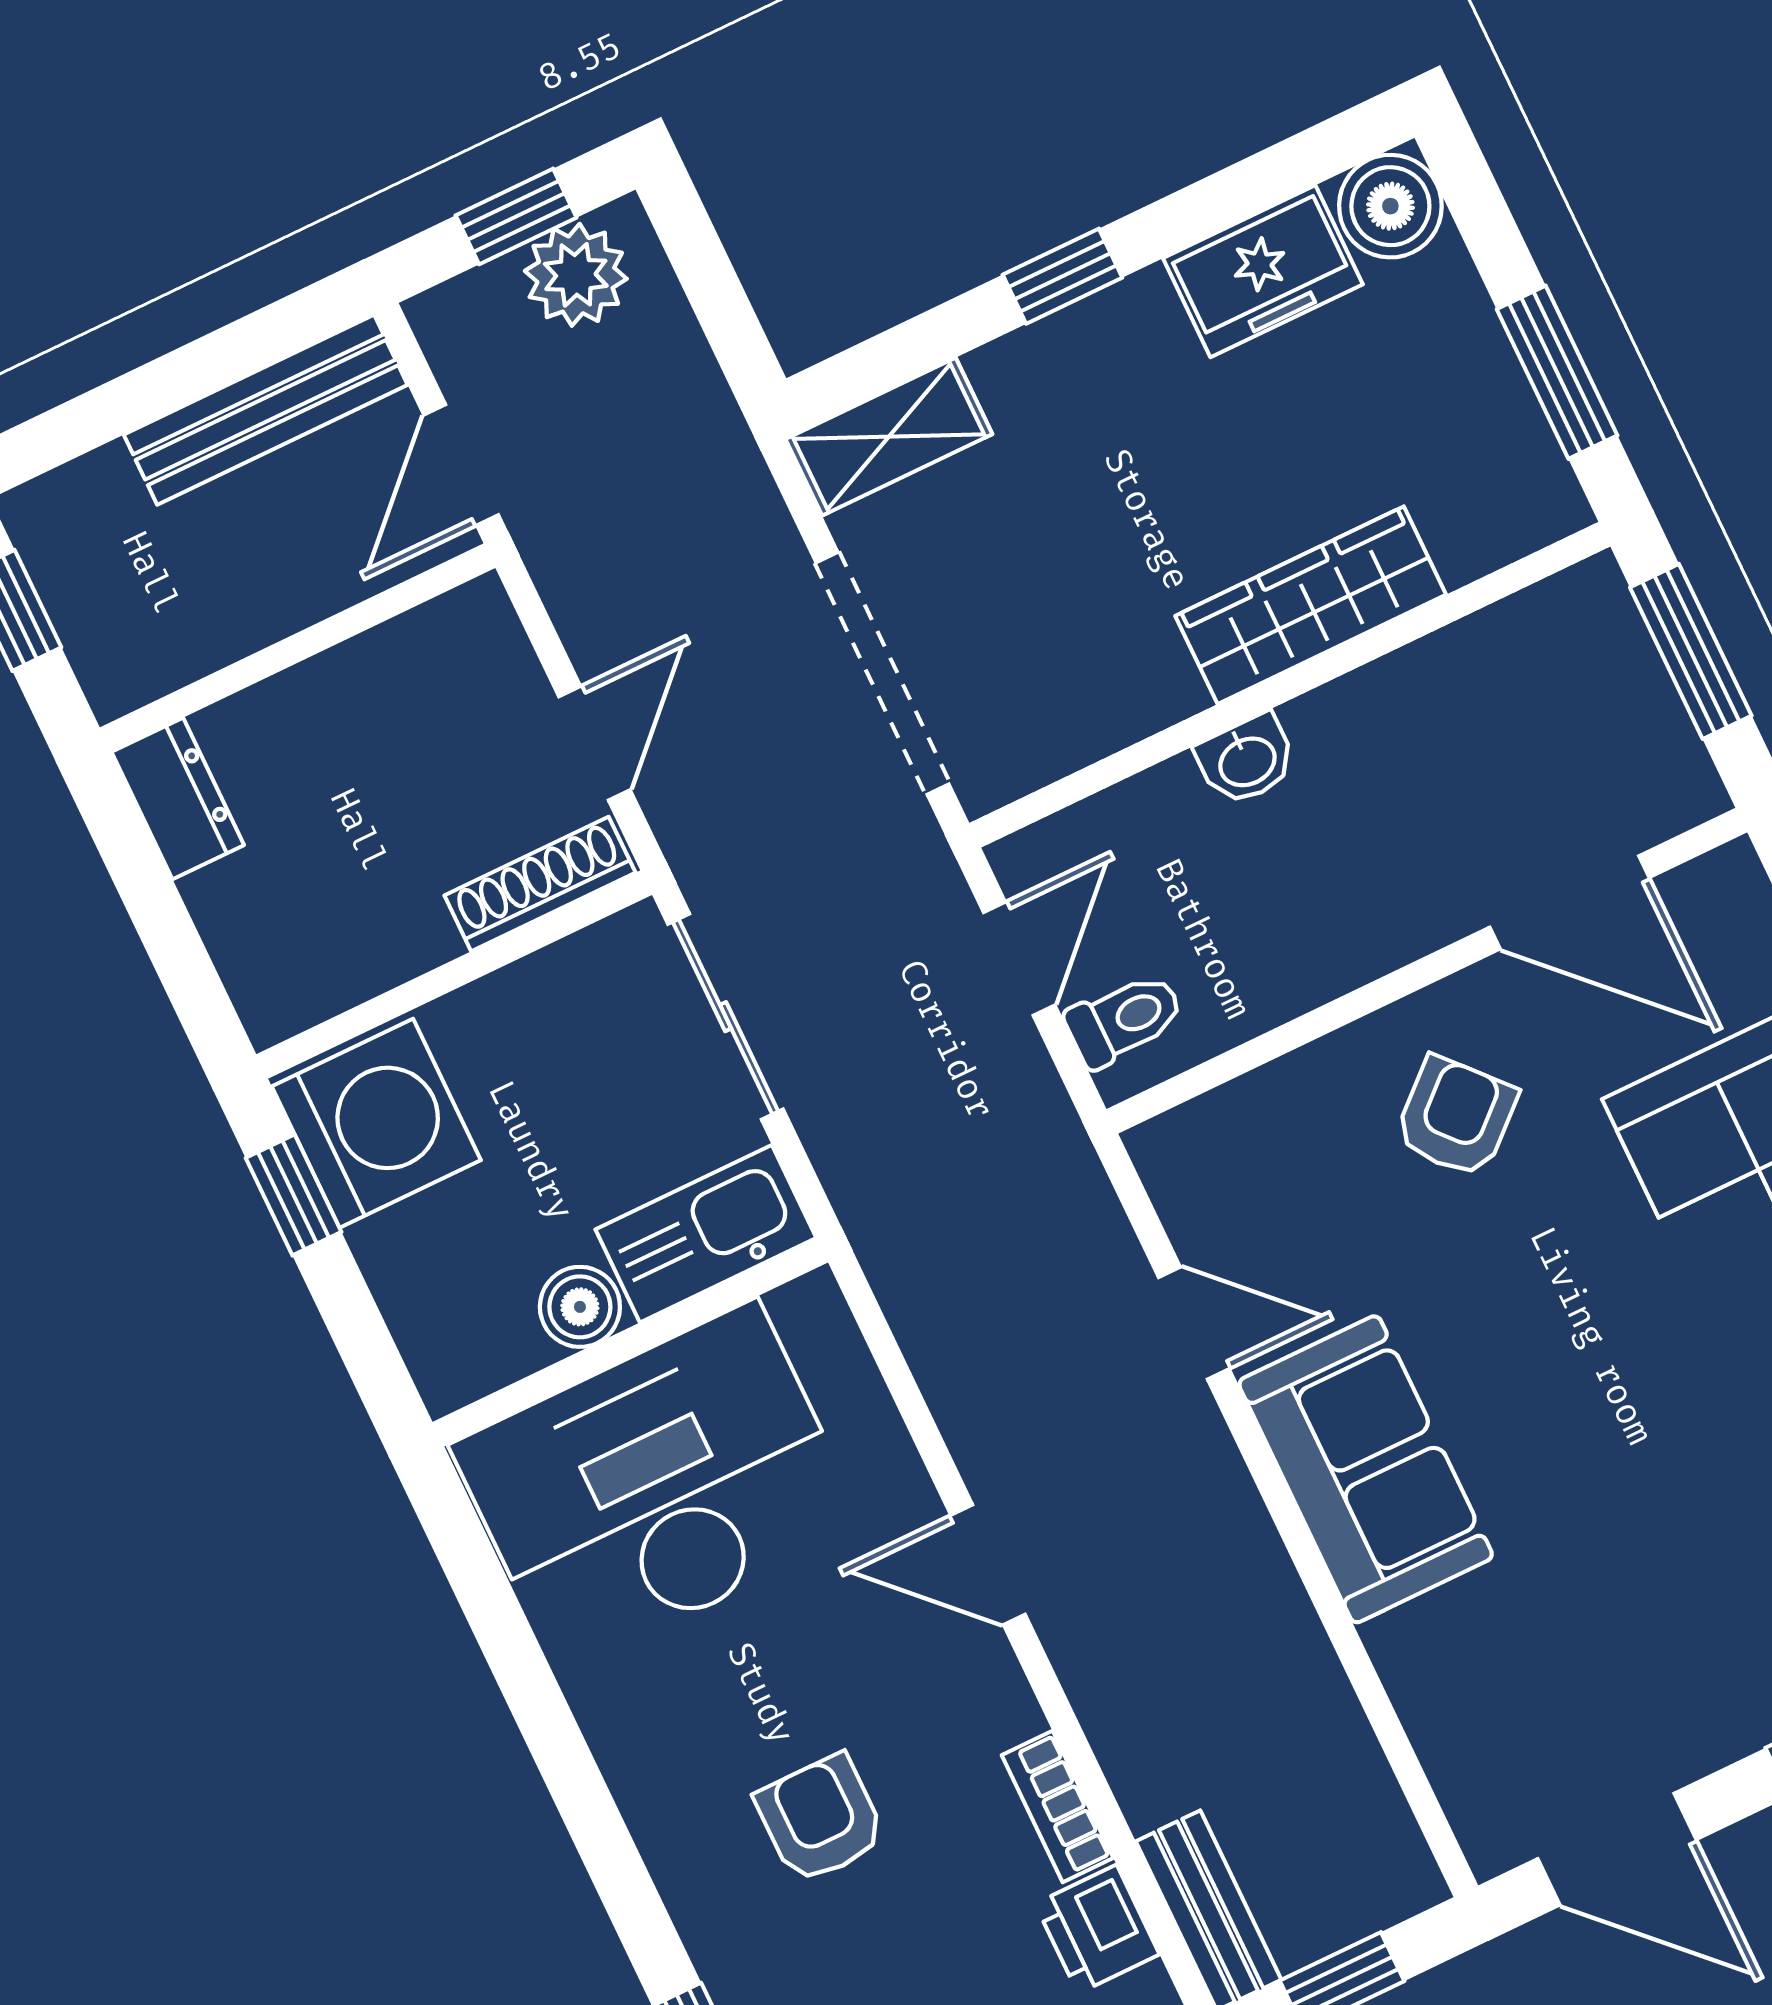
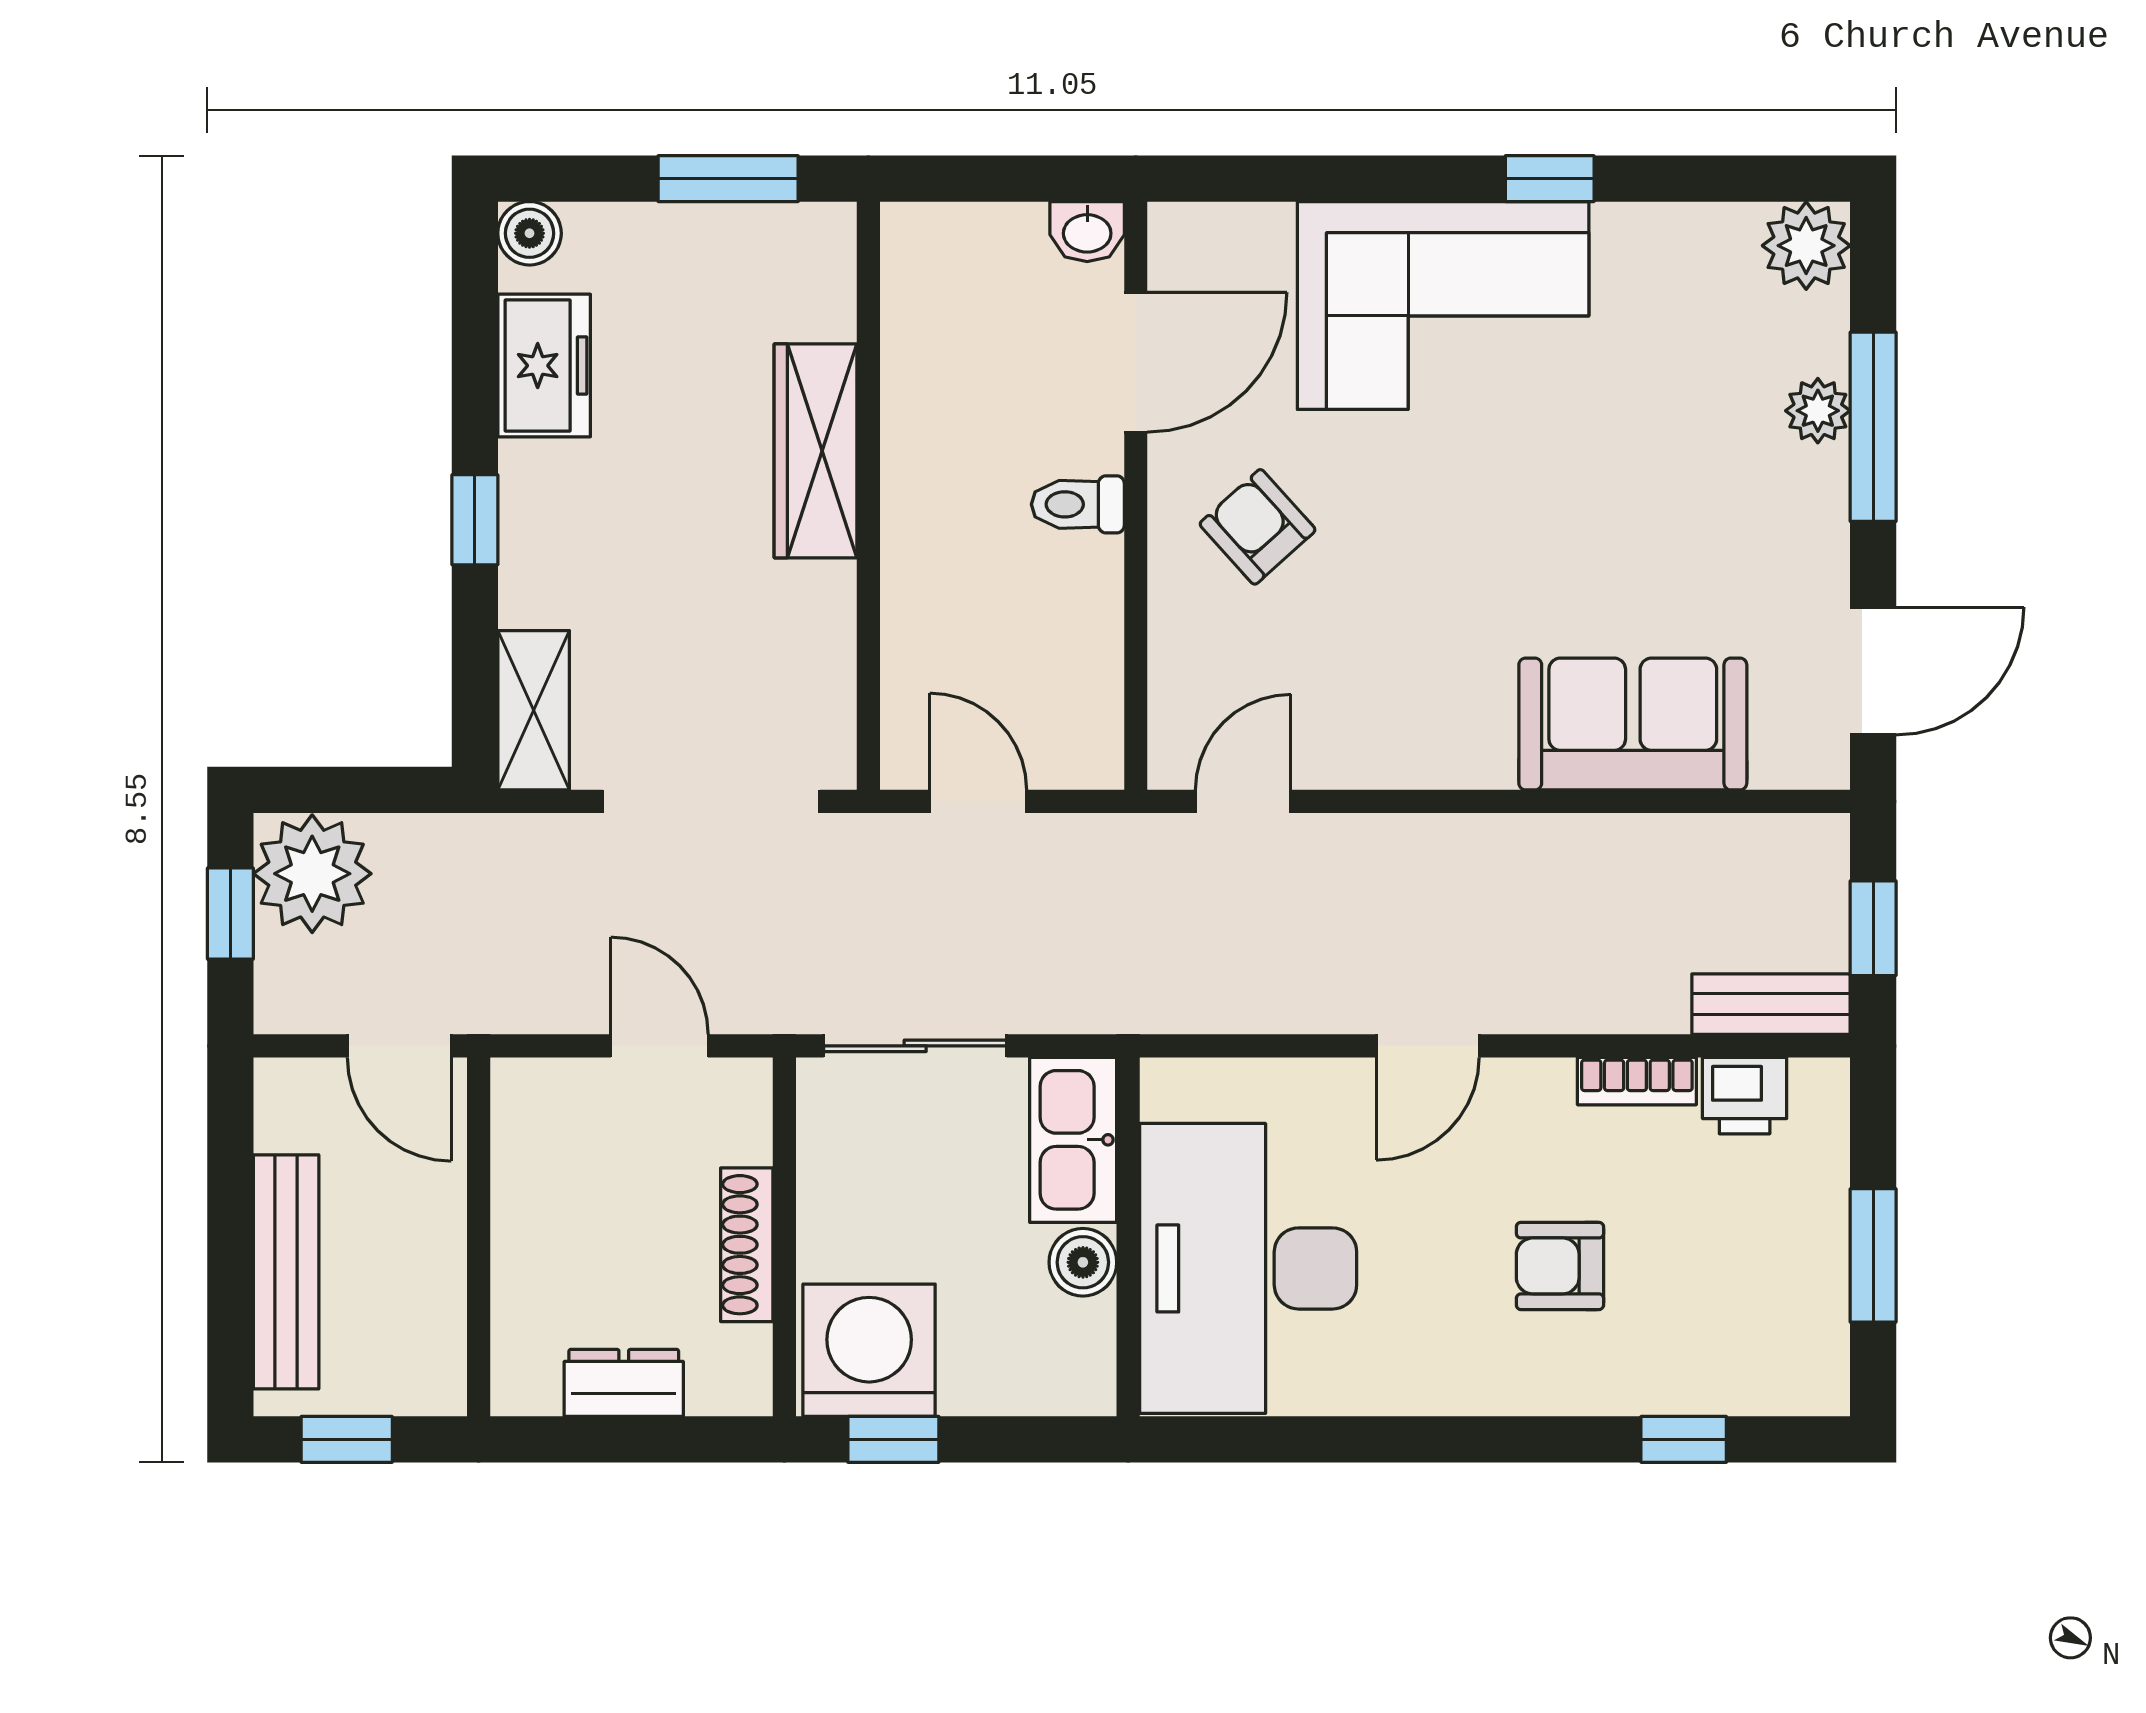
boiler: (1390, 206) -> (530, 233), width x0.73, depth x0.73
plant: (576, 275) -> (312, 874), width x1.36, depth x1.36
bench: (266, 410) -> (286, 1272), moved
window: (1691, 651) -> (989, 179), removed
washbasin: (1247, 760) -> (1087, 232), moved, turned 90
dresser: (178, 798) -> (624, 1383), moved
shoe rack: (540, 884) -> (747, 1245), moved
toilet: (1125, 1019) -> (1078, 504), moved, turned -90
door: (1194, 1323) -> (1243, 801), moved
sofa: (1366, 1469) -> (1633, 724), moved

